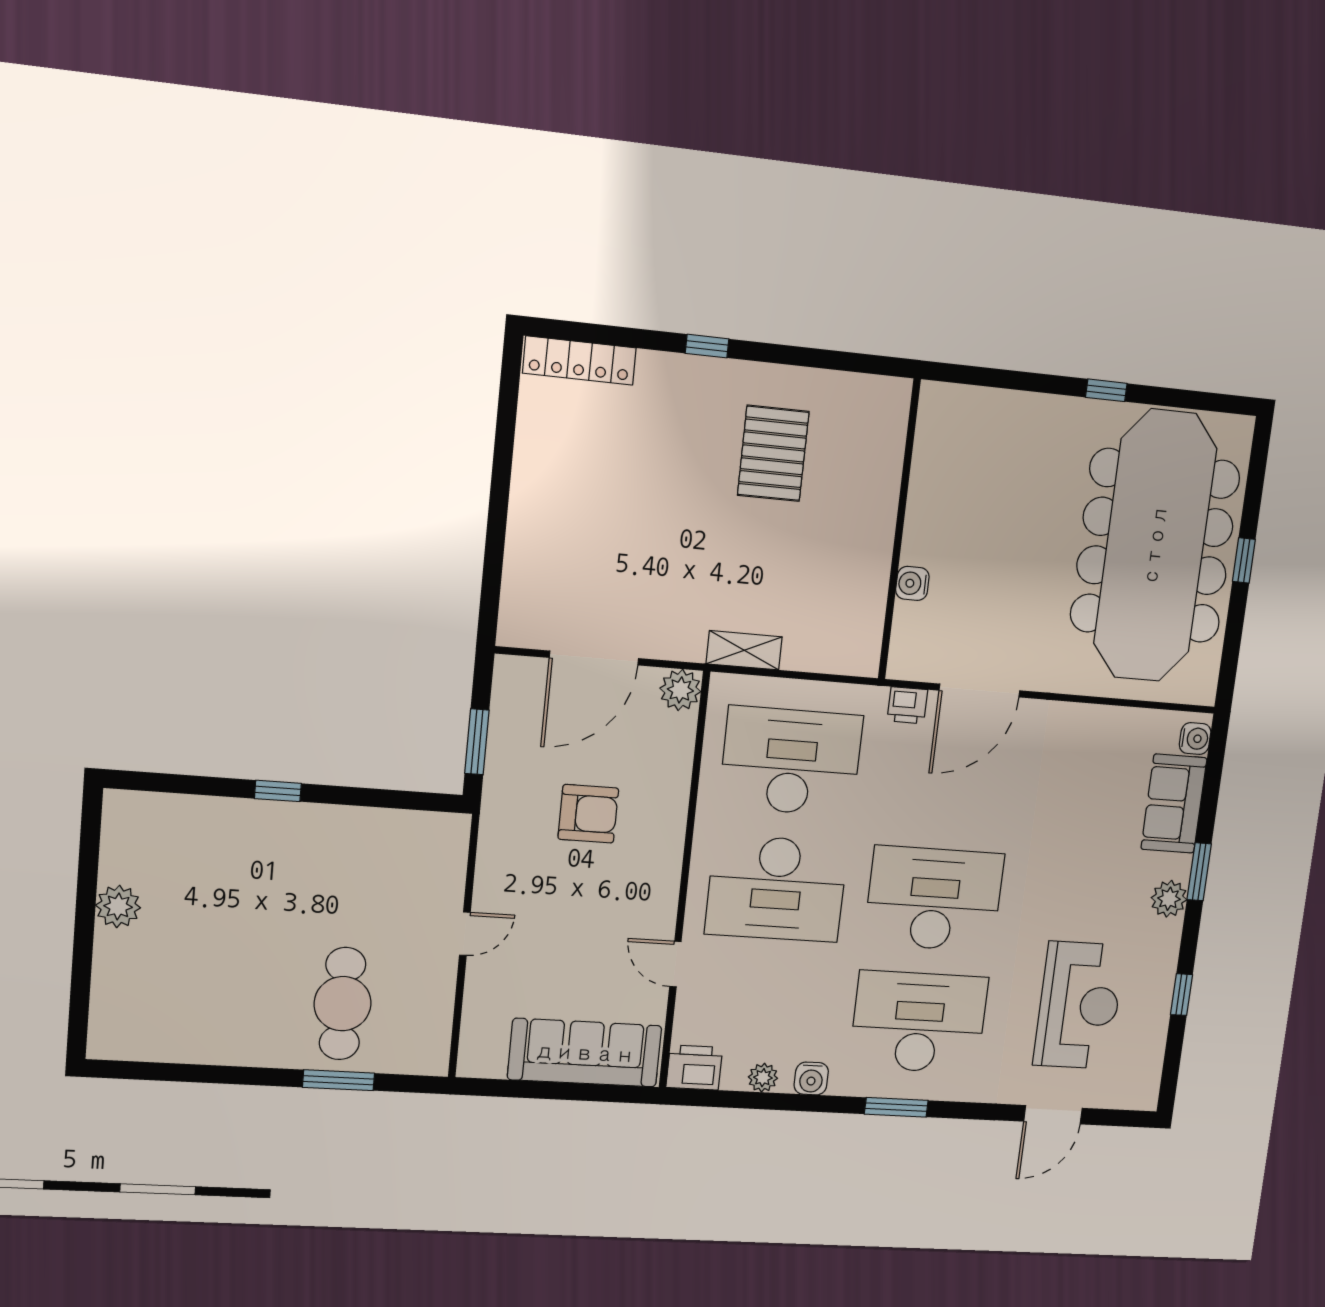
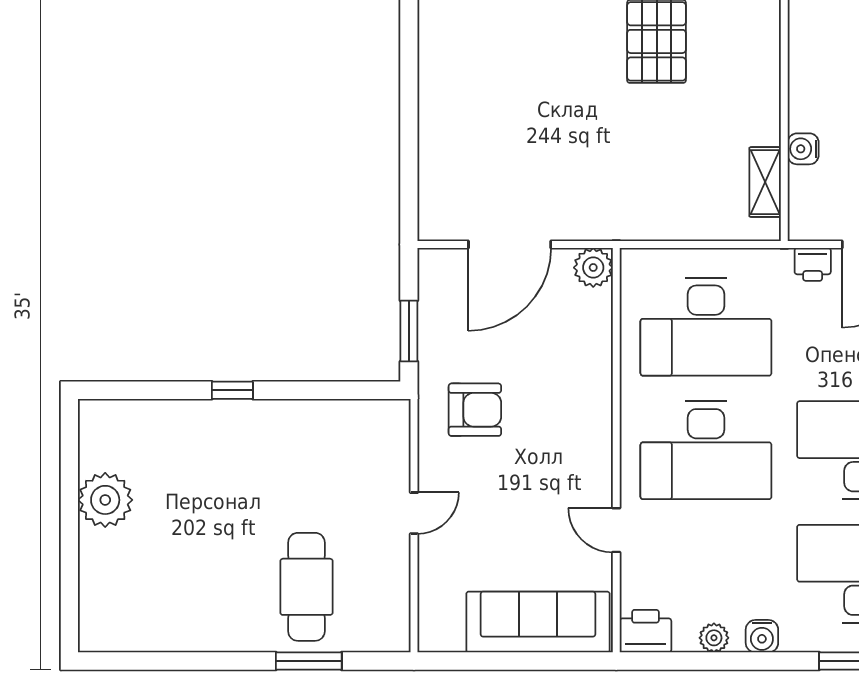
shelving: (744, 650) -> (765, 182), moved, turned 90
desk: (791, 761) -> (706, 327), turned 180
armchair: (588, 814) -> (475, 410), moved
plant: (118, 906) -> (105, 500), width x1.36, depth x1.36

